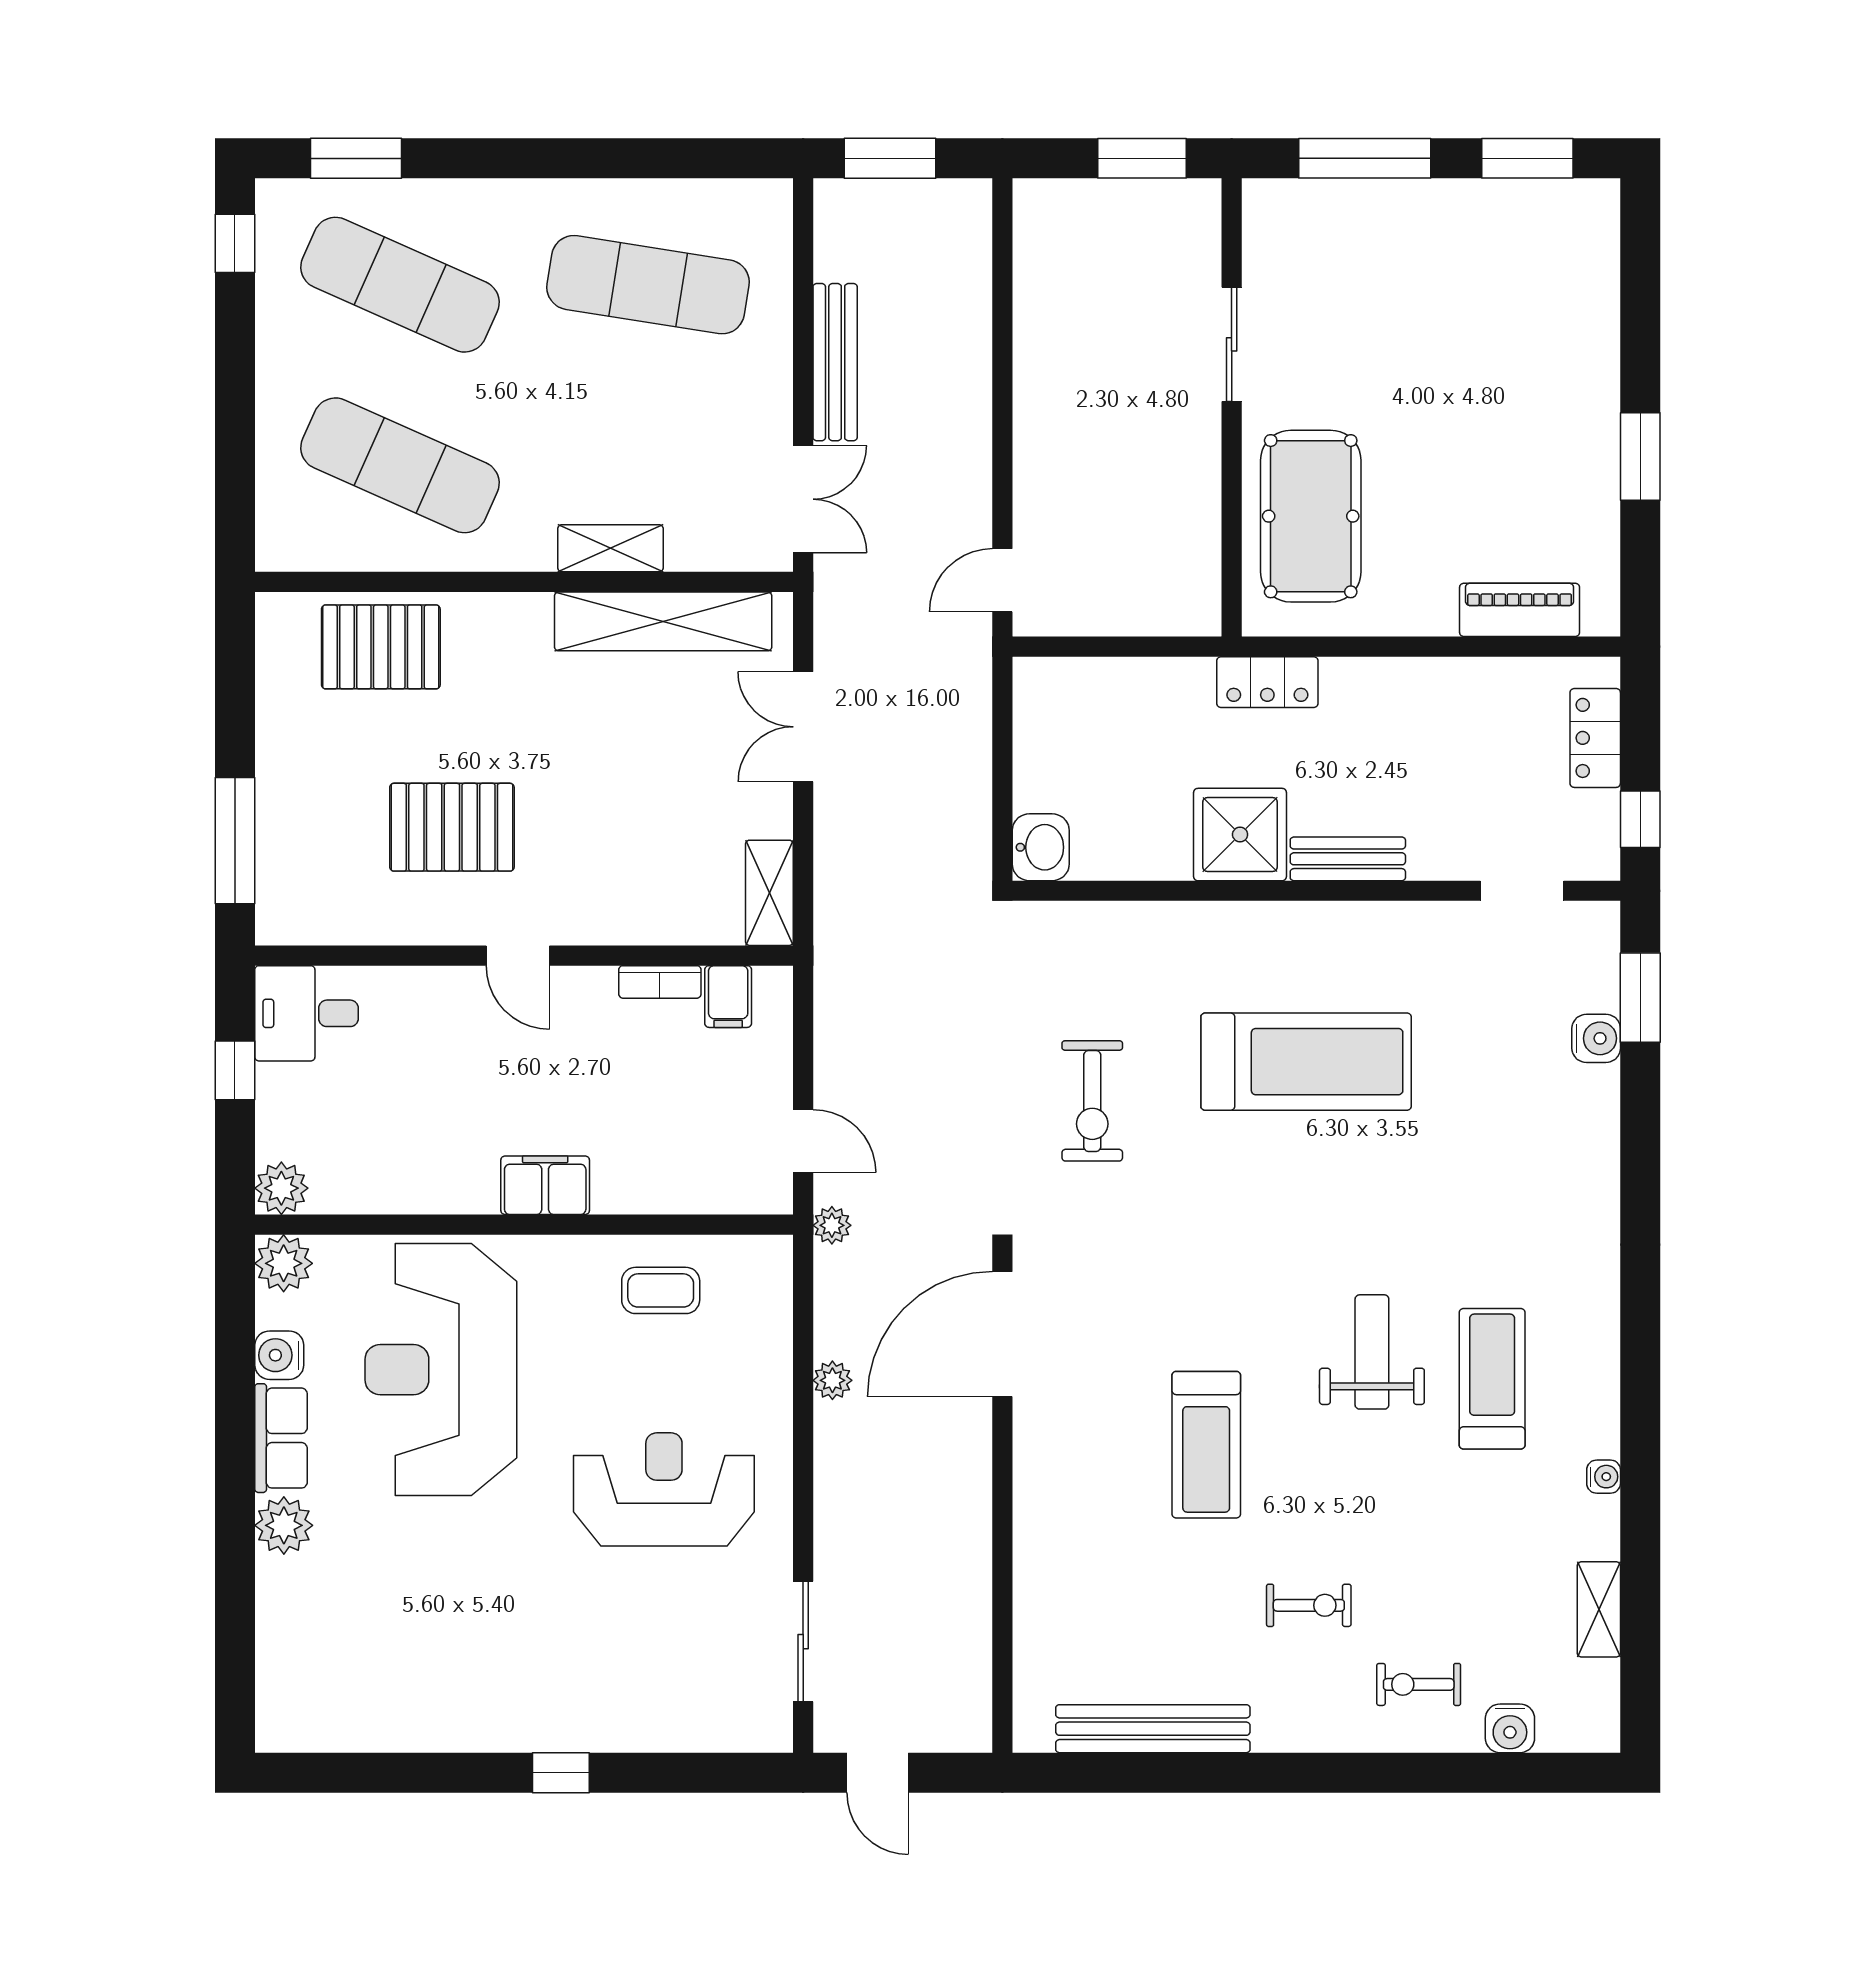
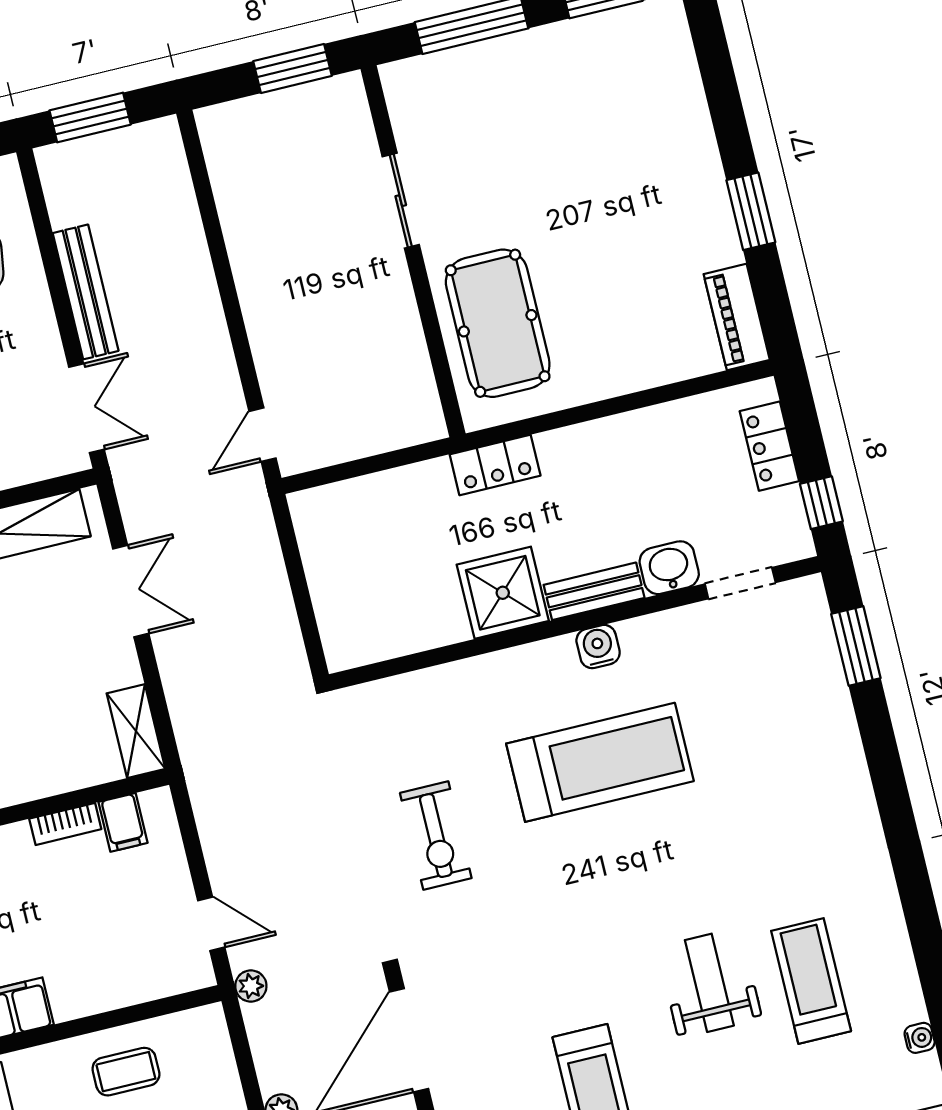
piano: (1520, 610) -> (737, 317), moved, turned -90
double door: (803, 727) -> (131, 591), swing flipped
washbasin: (1041, 847) -> (669, 568), moved, turned -90
water cooler: (1596, 1038) -> (598, 647), moved, turned -90

